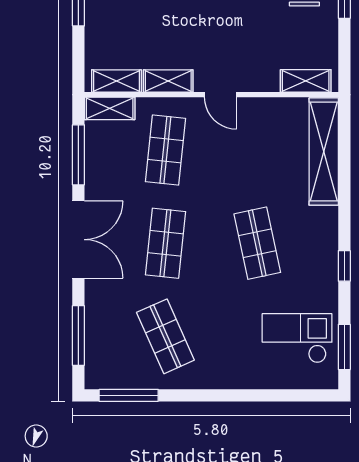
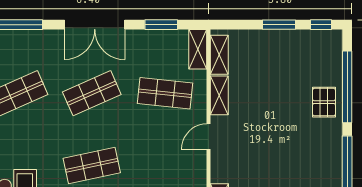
window: (78, 155) -> (161, 25), width x0.69
shop shelf: (165, 243) -> (92, 93), turned -30

